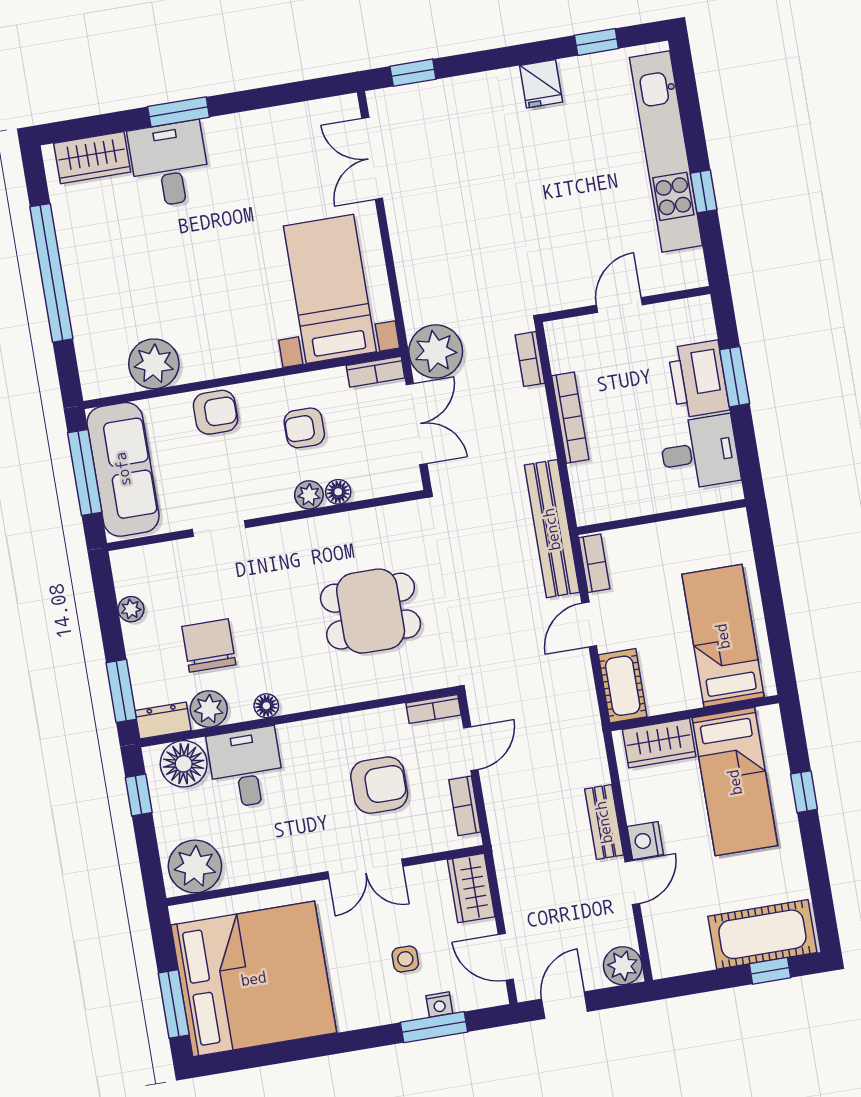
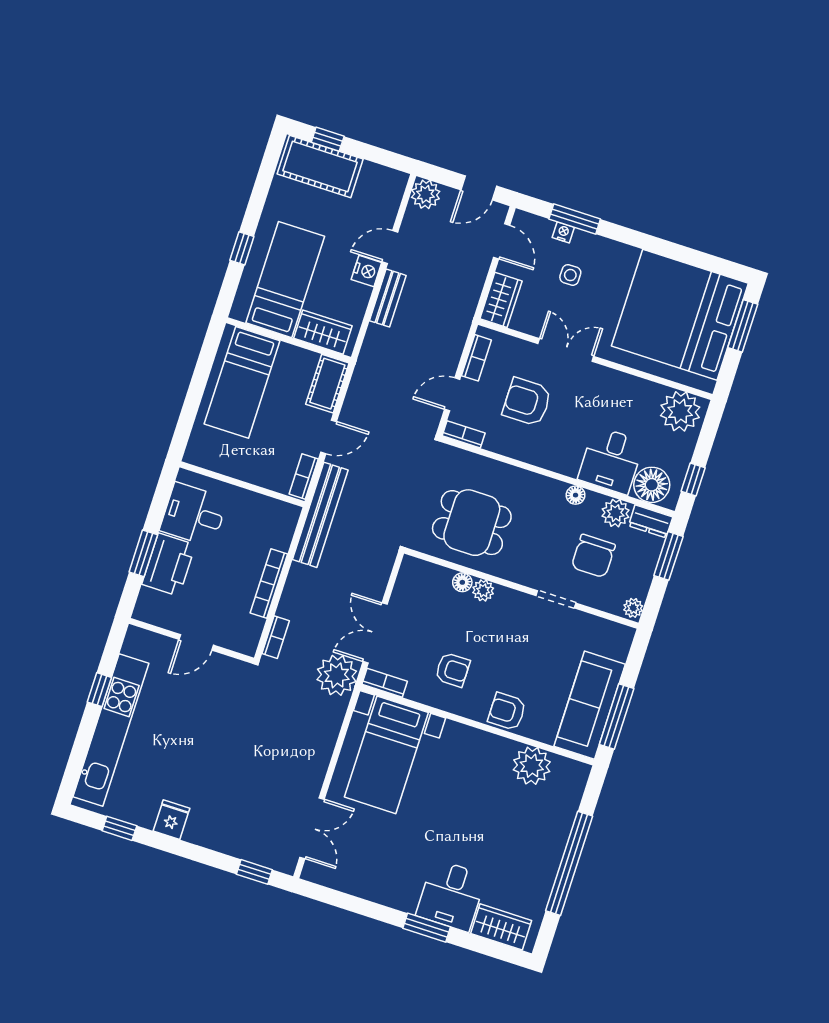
floor lamp: (338, 492) -> (462, 582), moved
plant: (309, 495) -> (483, 590), moved
wall: (266, 521) -> (521, 588), moved
doorway: (219, 528) -> (556, 599), moved

